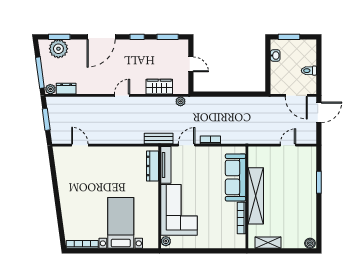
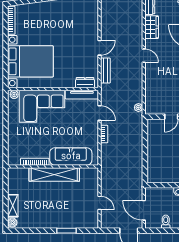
wardrobe: (159, 87) -> (152, 27), moved
door: (296, 95) -> (144, 210), hinge flipped
bench: (159, 139) -> (105, 71), moved
door: (80, 145) -> (99, 48), moved
dresser: (153, 166) -> (85, 83), width x0.70
bed with nightstands: (121, 223) -> (30, 61), width x1.36
shelving: (268, 243) -> (13, 206), moved

